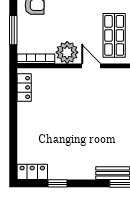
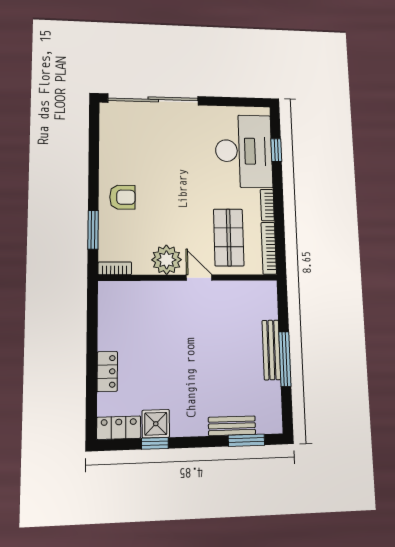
bookcase: (36, 59) -> (115, 268), width x0.64
locker: (24, 87) -> (107, 371), moved
shower: (58, 170) -> (156, 424), added

